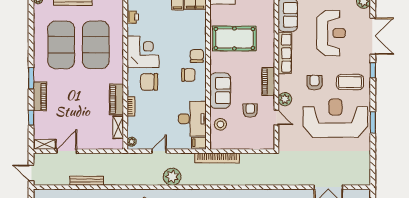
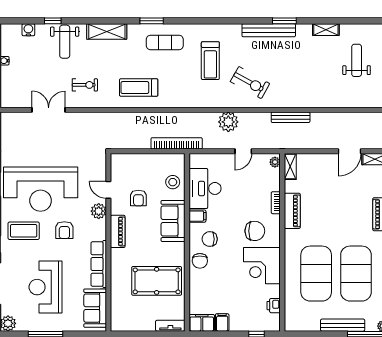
shelving: (118, 127) -> (290, 166), moved
filing cabinet: (199, 143) -> (197, 216), moved
bench: (87, 181) -> (291, 117), moved

